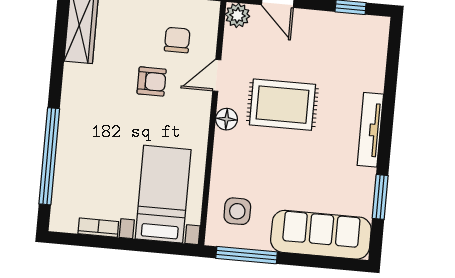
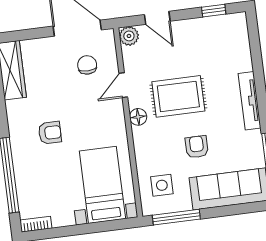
armchair: (152, 81) -> (50, 133), moved
armchair: (291, 173) -> (197, 147), added
bookcase: (98, 228) -> (36, 224), moved

